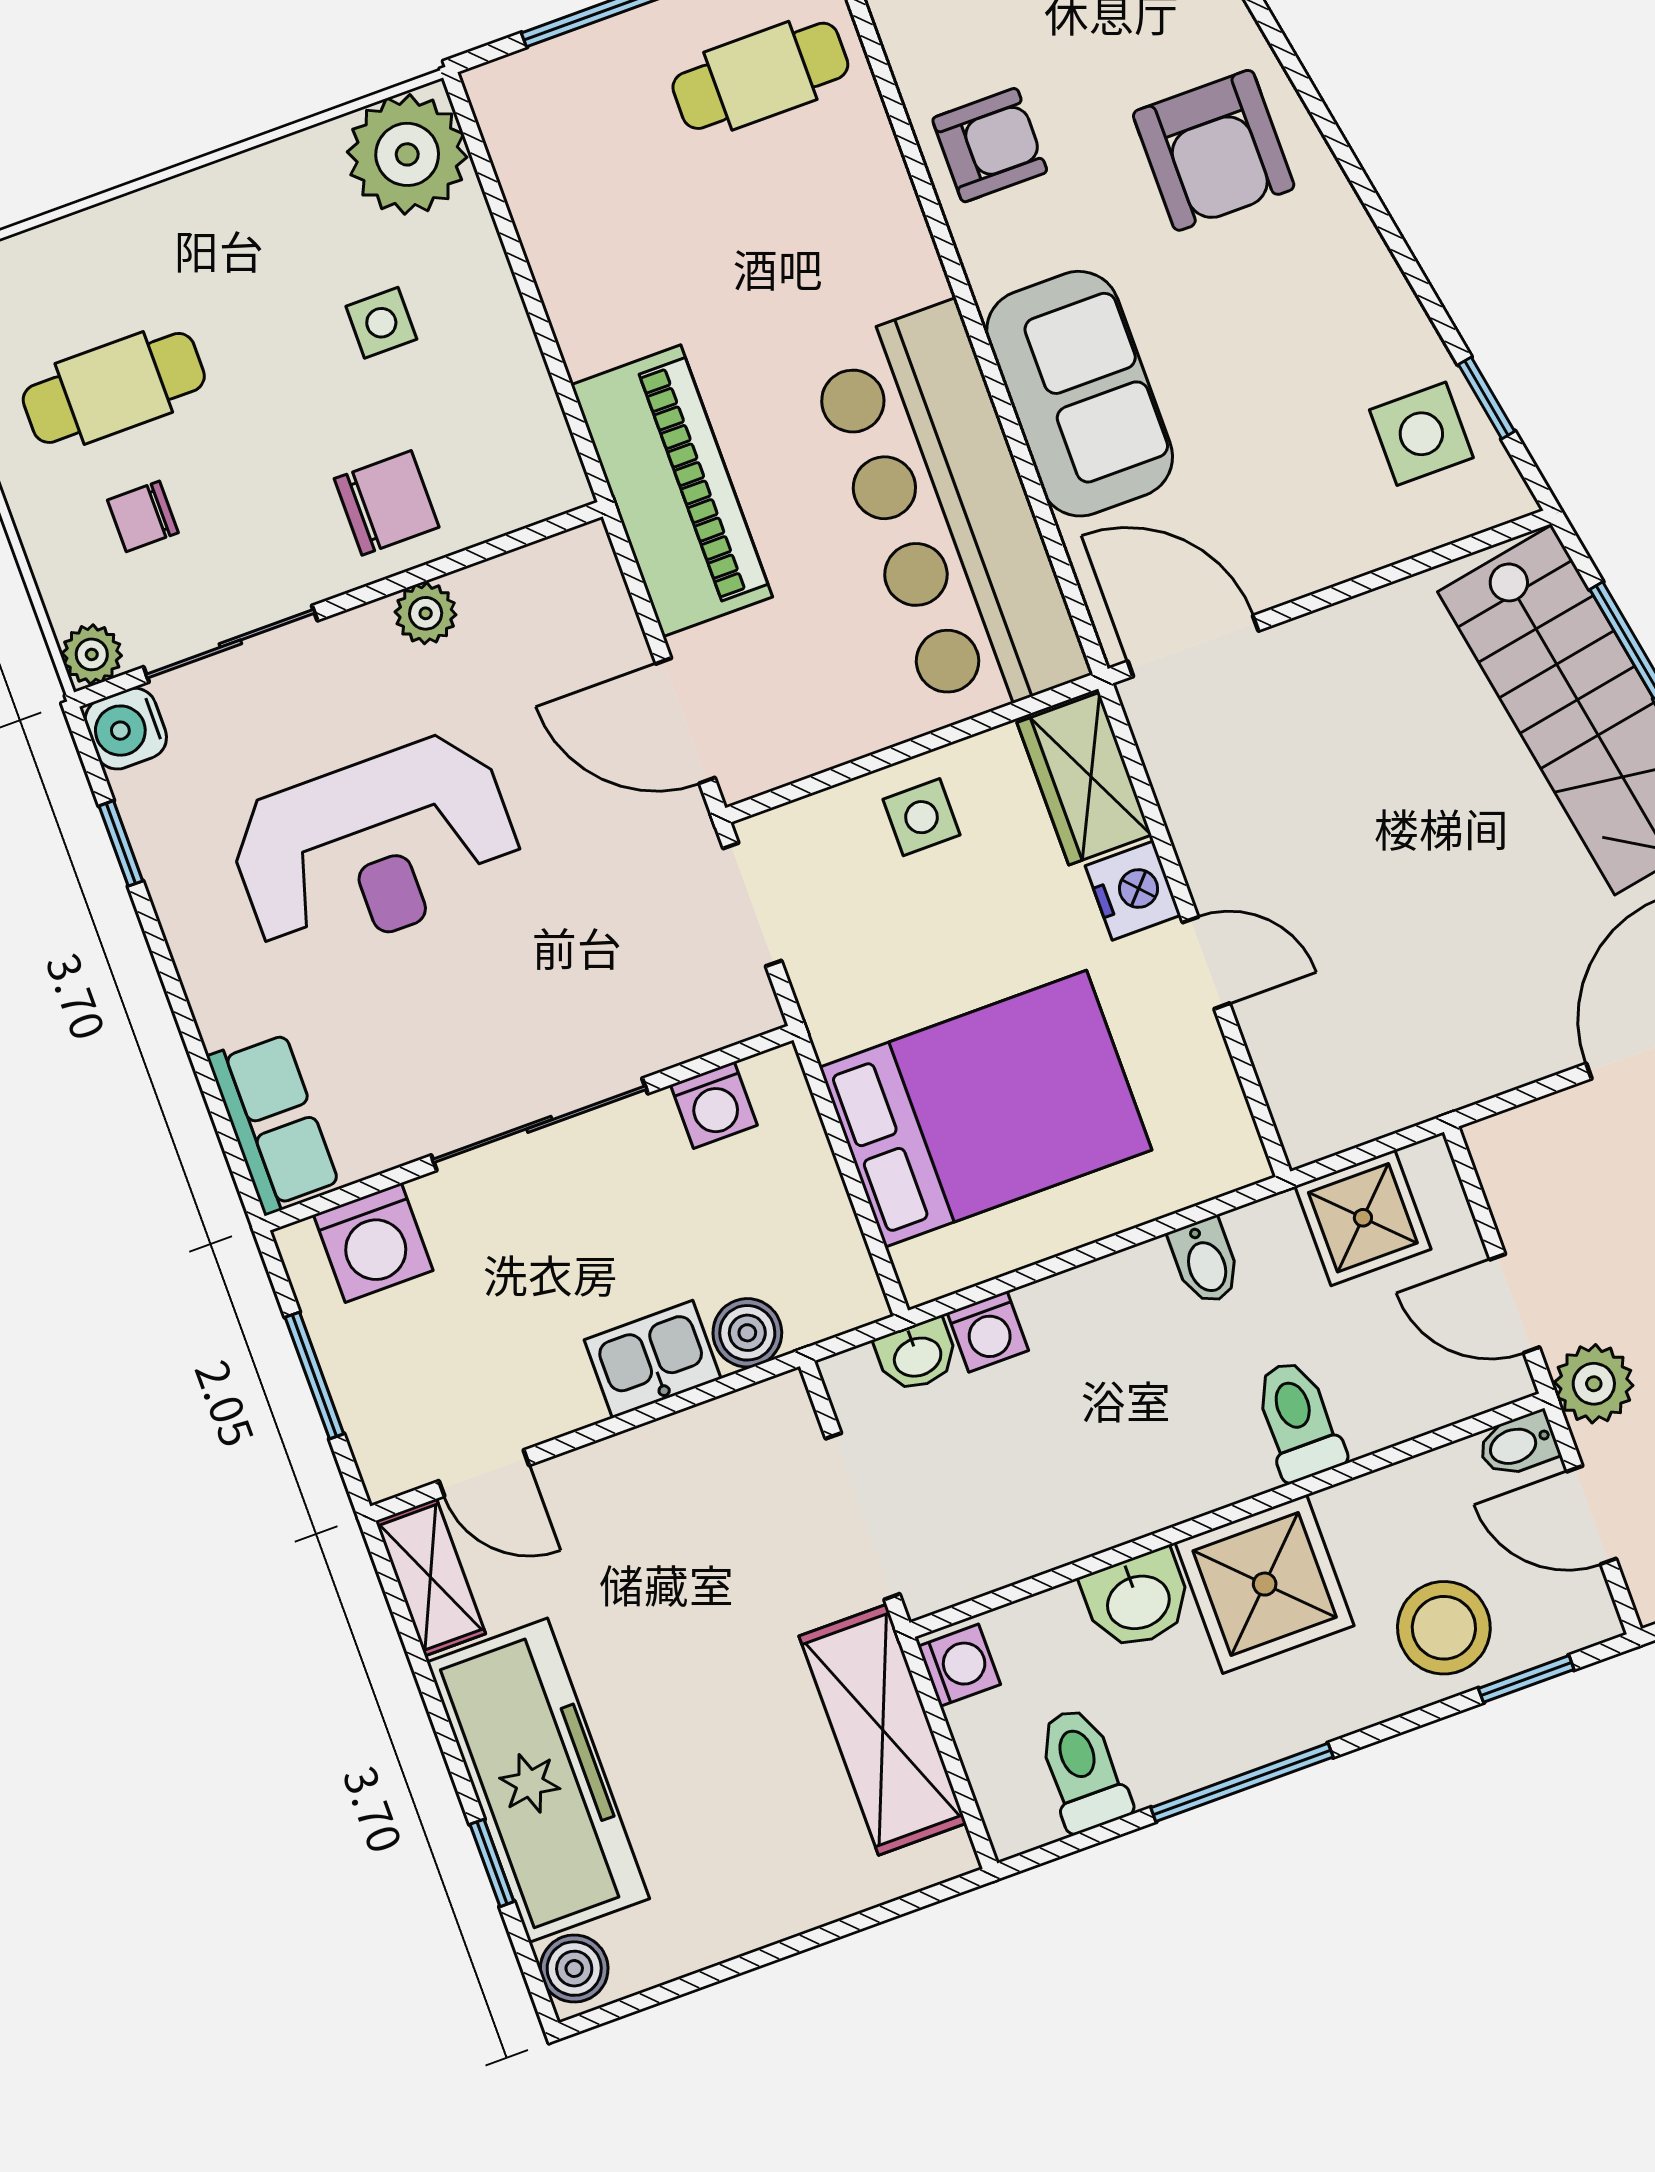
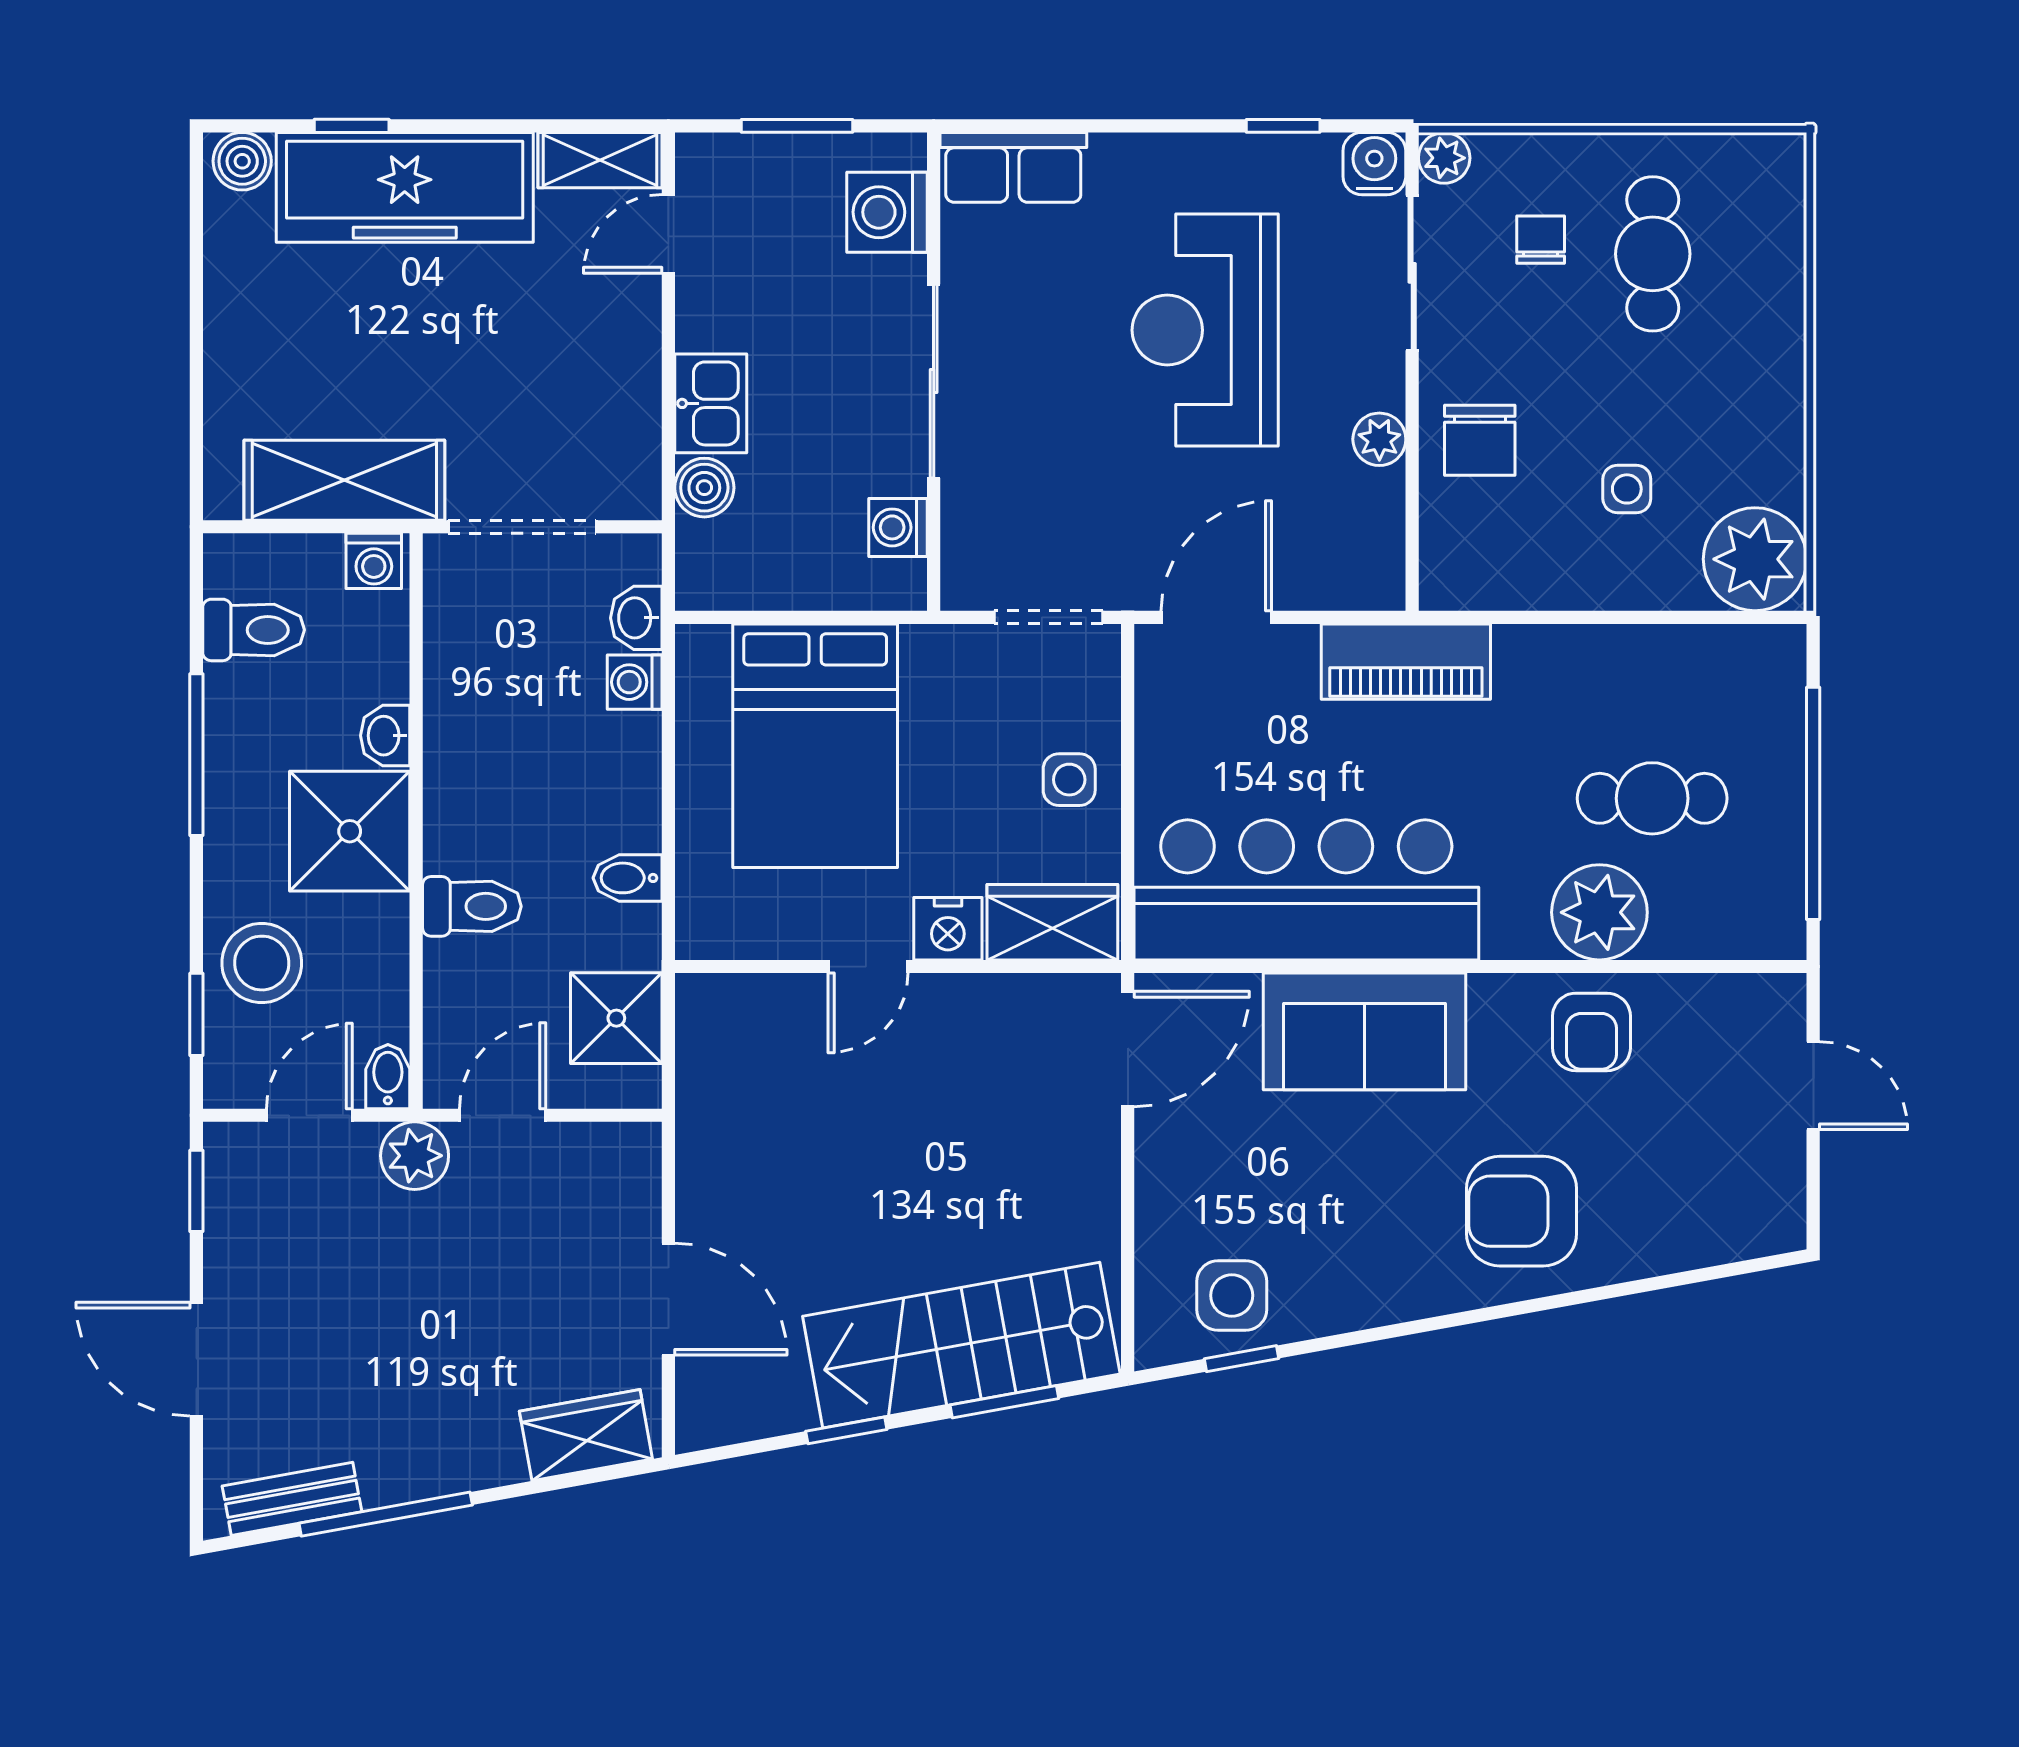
cafe table: (760, 76) -> (1652, 798), moved, turned 90
plant: (856, 184) -> (1599, 912), added
piano: (672, 491) -> (1406, 662), width x0.73, depth x0.75
washbasin: (1137, 1600) -> (385, 736), width x0.72, depth x0.69

